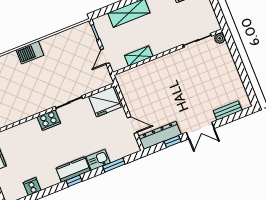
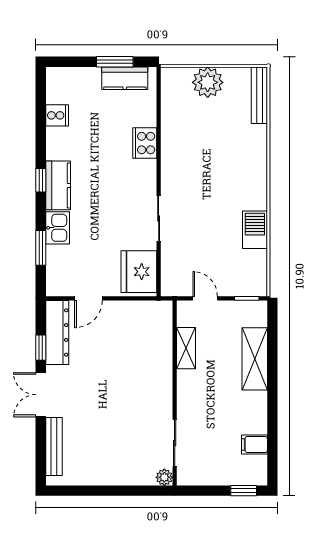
barbecue: (30, 52) -> (255, 230), moved
bench: (228, 111) -> (54, 446), width x1.36
cooker: (49, 120) -> (145, 143), moved

